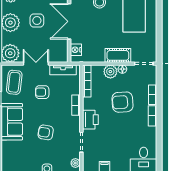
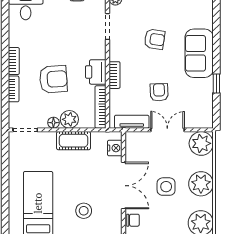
cot: (118, 55) -> (73, 141), moved
double door: (36, 64) -> (167, 130), swing flipped
coffee table: (14, 82) -> (196, 105), removed
armchair: (42, 92) -> (159, 92), turned -92
printer: (90, 120) -> (96, 72), moved

